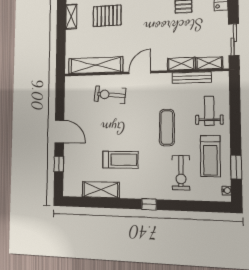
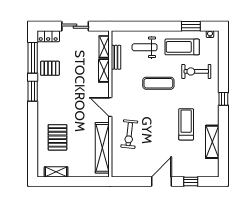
sliding door: (234, 40) -> (75, 26), moved
bench: (192, 78) -> (116, 57), width x0.73
treadmill: (210, 156) -> (182, 47), turned 180
exercise bike: (181, 173) -> (196, 71), turned 180

